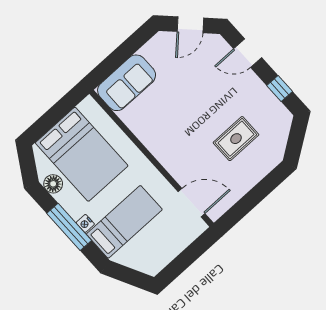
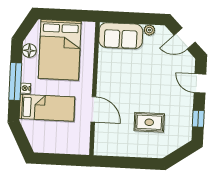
plant: (149, 50) -> (149, 30), added
door: (192, 203) -> (93, 109), moved

